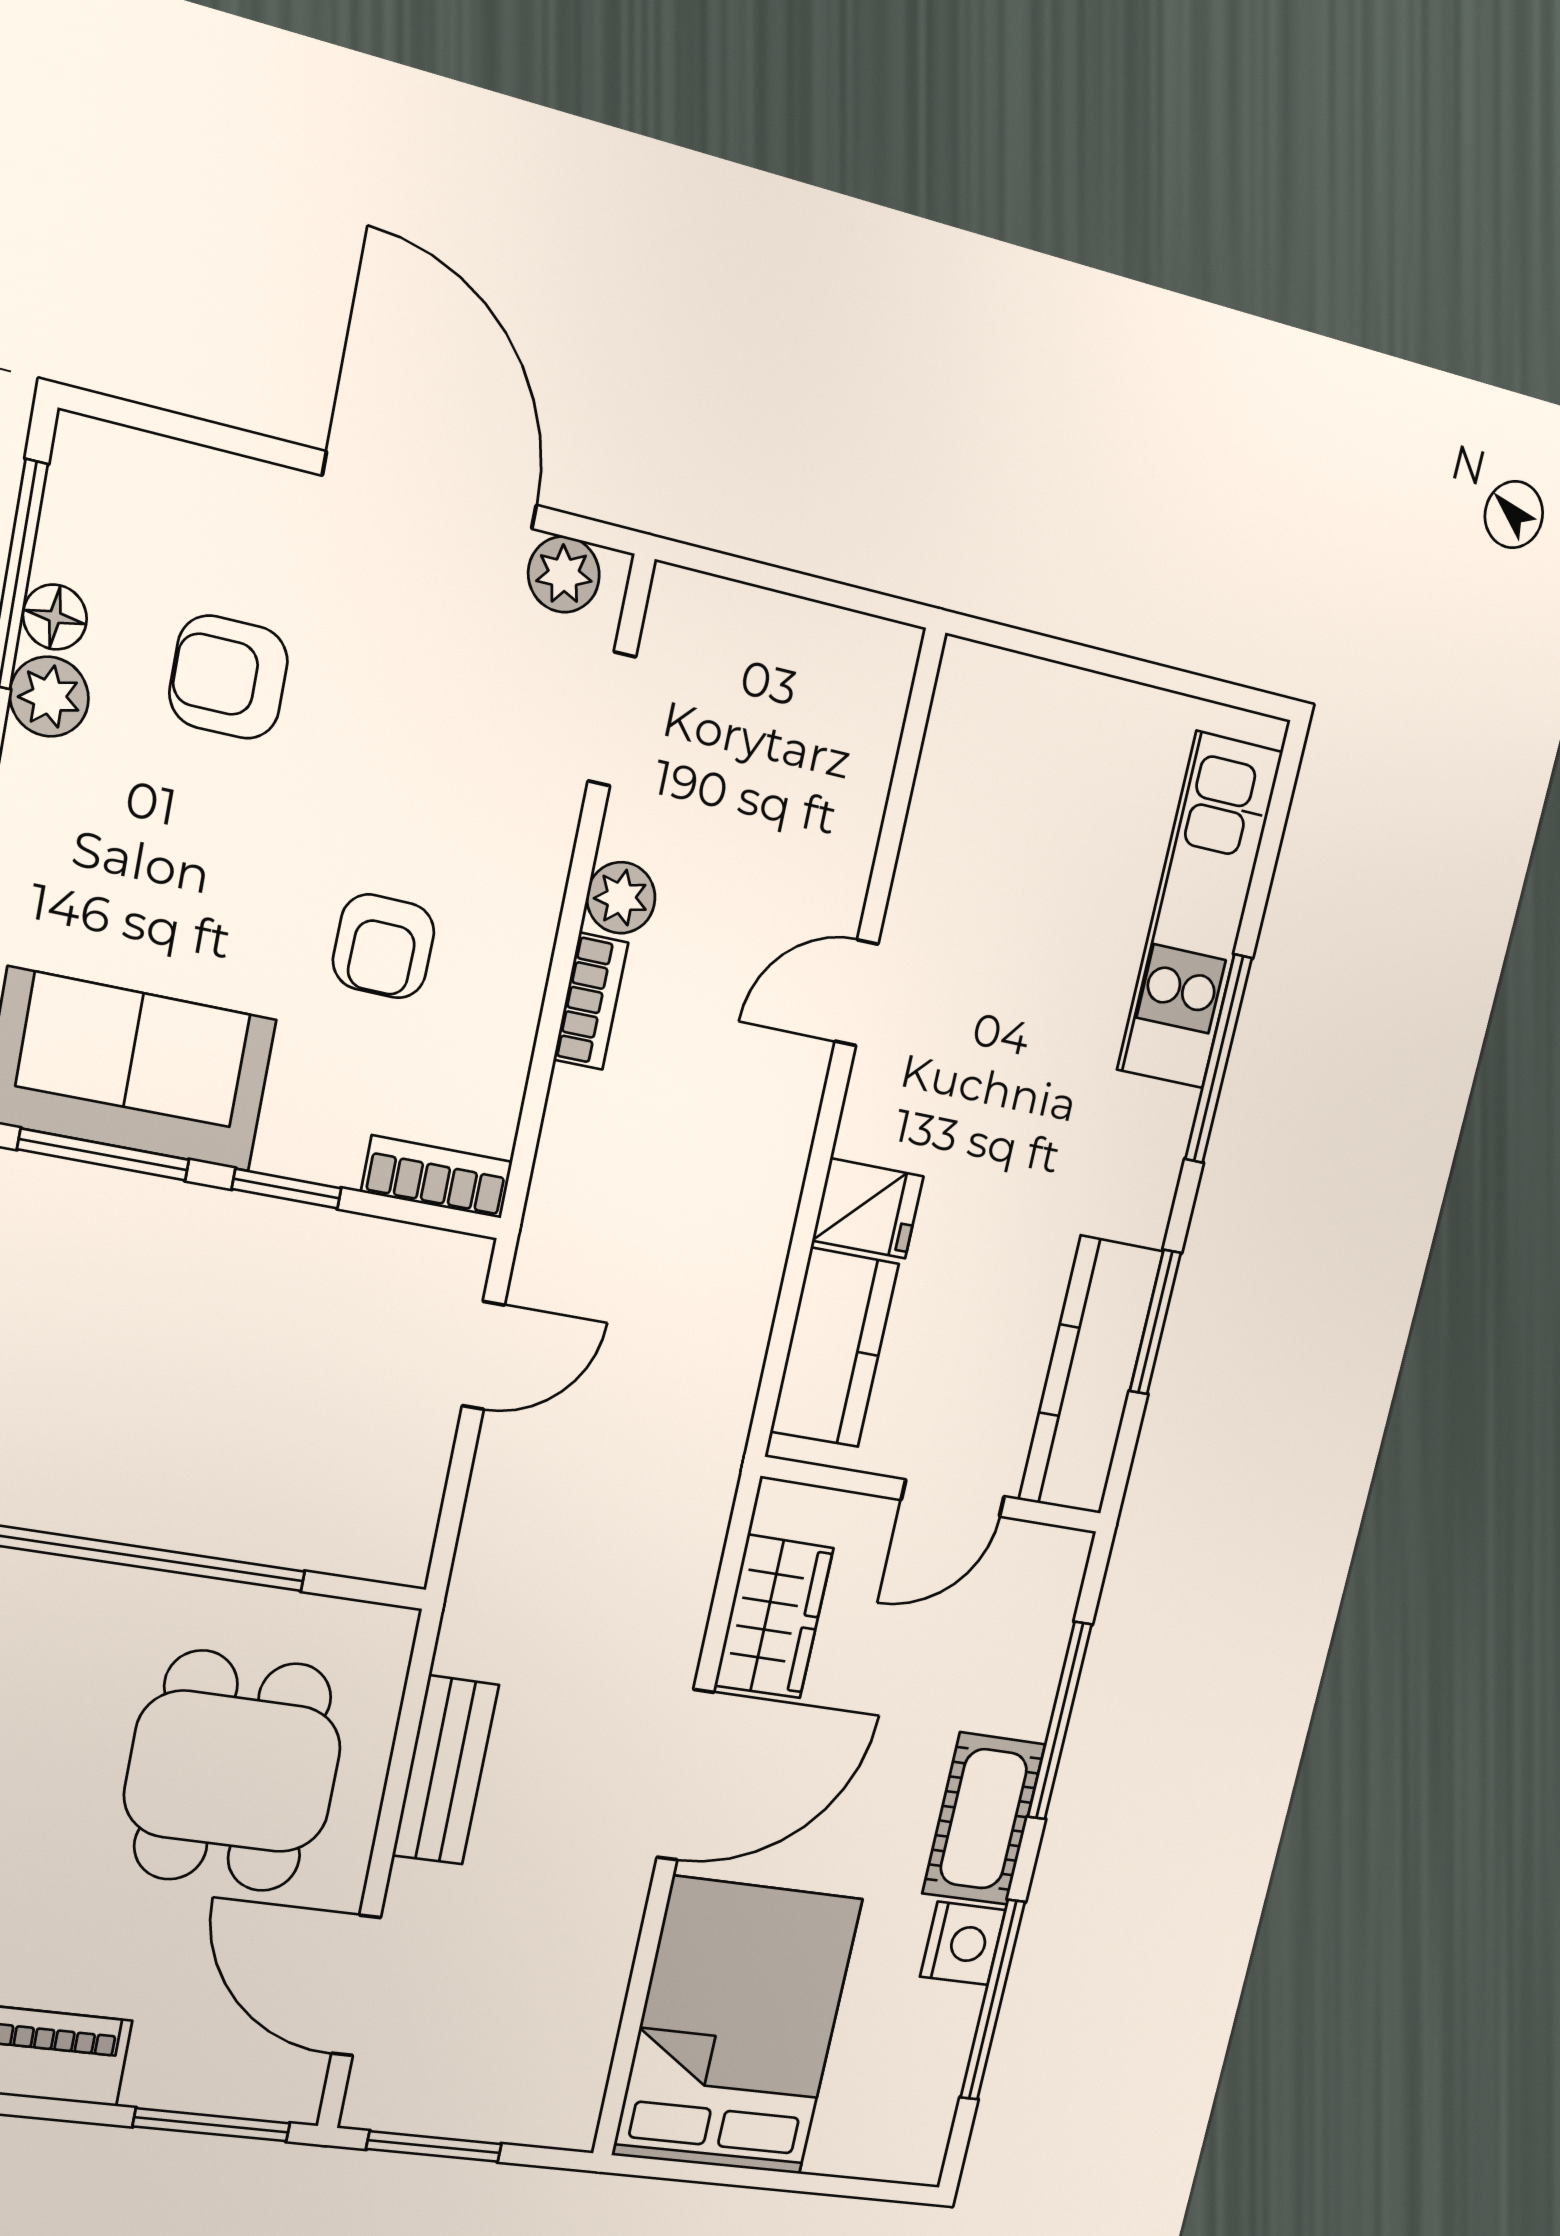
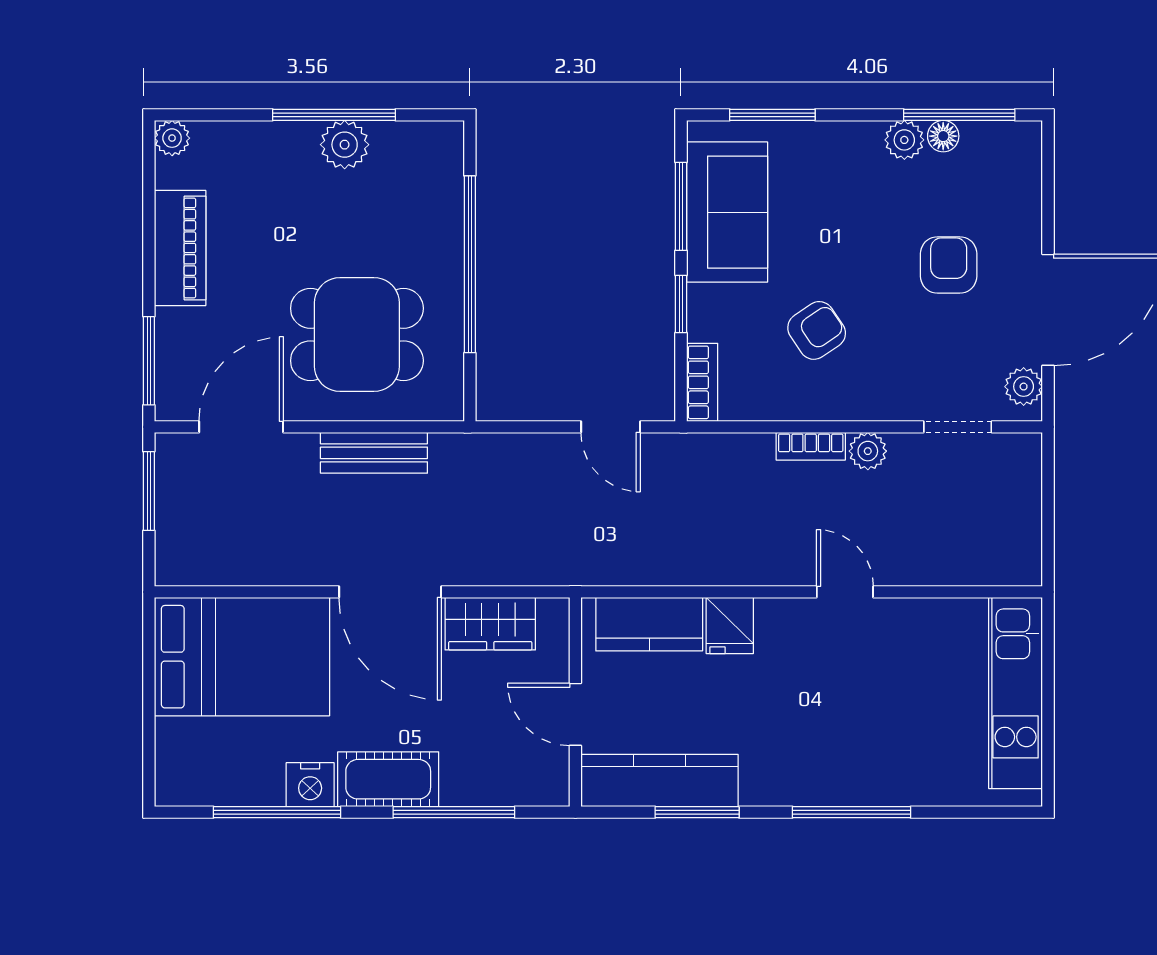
armchair: (229, 677) -> (949, 265), moved
kitchen unit: (1199, 912) -> (1016, 693), moved, turned -90
armchair: (384, 946) -> (817, 330), turned 145

